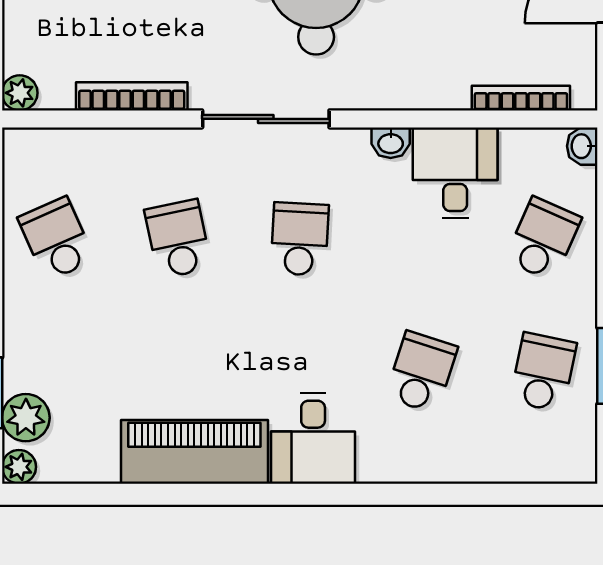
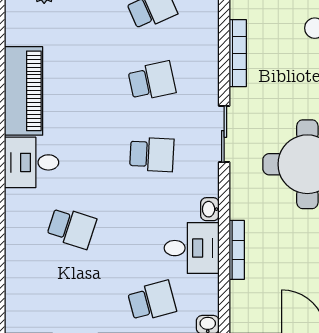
bookcase: (521, 98) -> (237, 250), moved
sliding door: (266, 119) -> (224, 134), width x0.73
school desk: (543, 239) -> (152, 301), turned -39
school desk: (543, 372) -> (72, 301), removed

